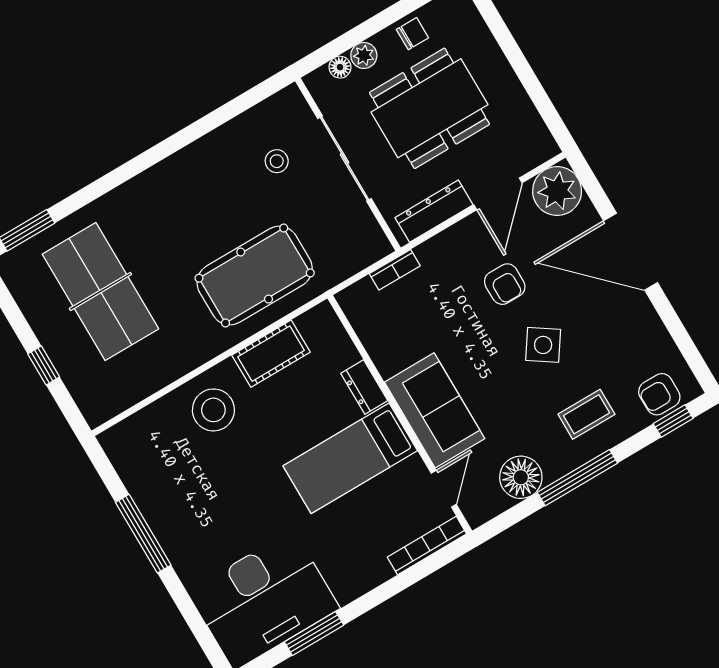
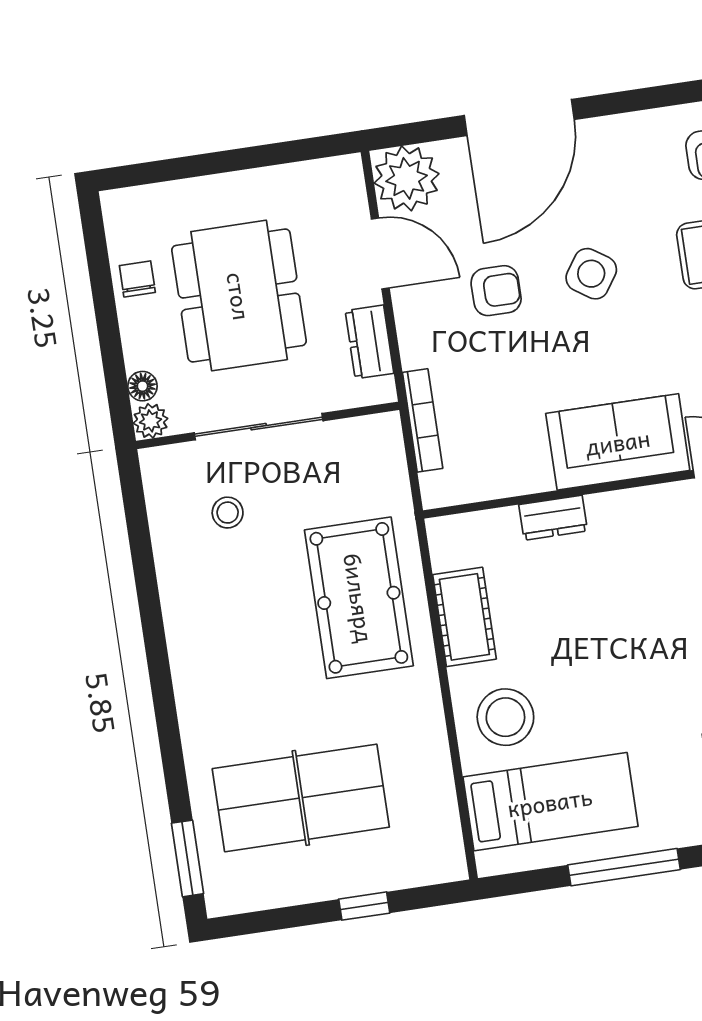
plant: (364, 55) -> (151, 421), moved
dresser: (434, 211) -> (369, 342), width x0.70
bookcase: (395, 270) -> (423, 420), width x1.56
bed: (350, 458) -> (550, 802), moved, turned -90

